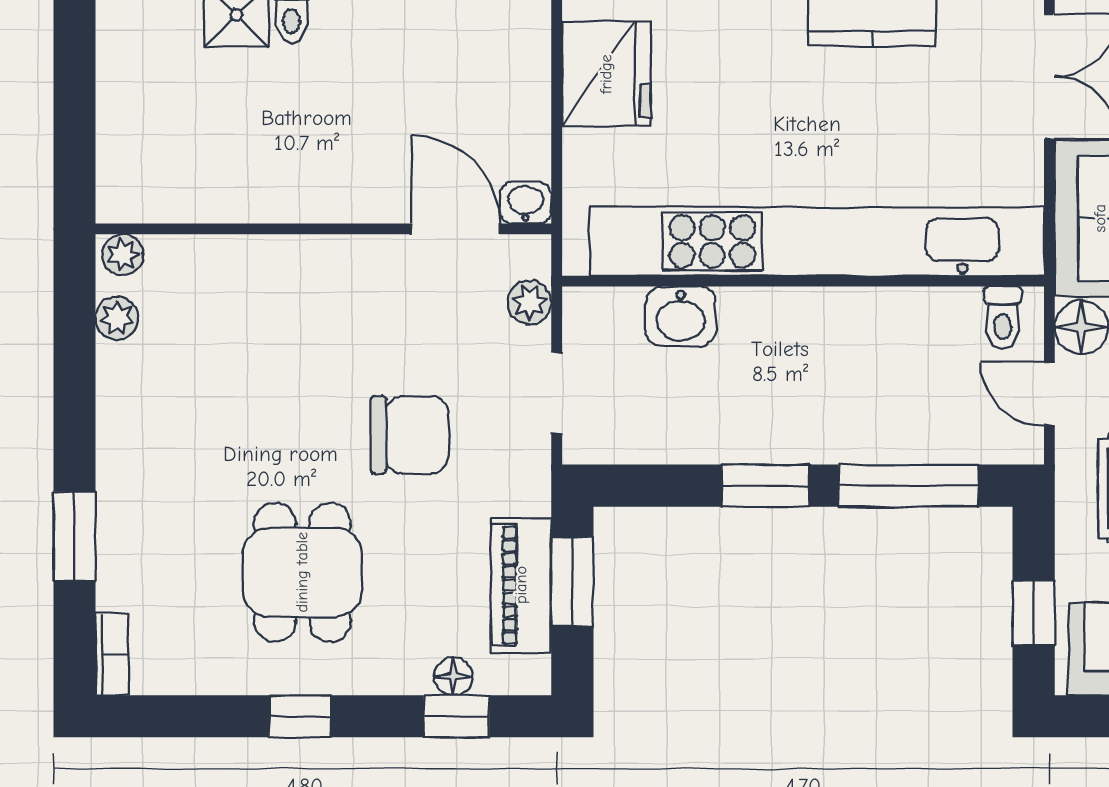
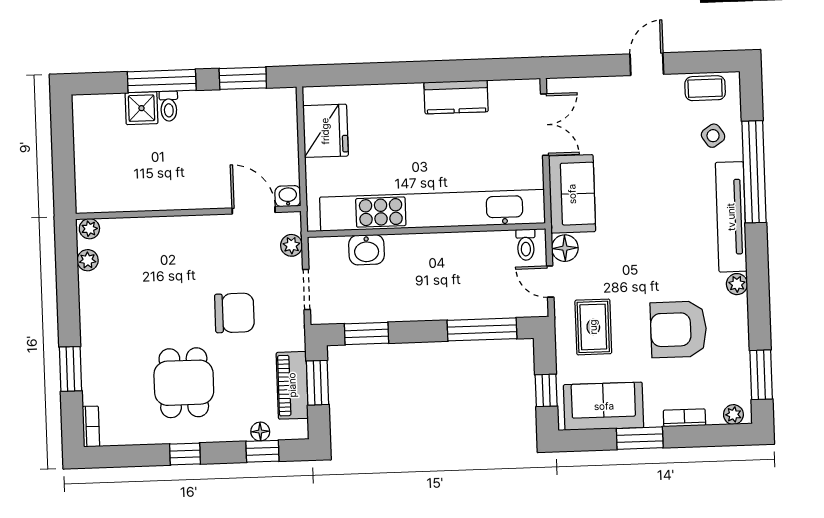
window: (766, 486) -> (366, 333), moved

